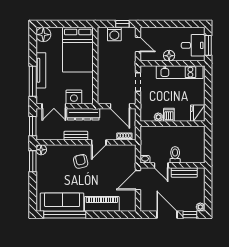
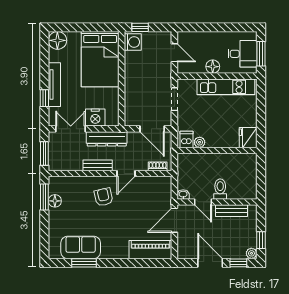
window: (122, 24) -> (140, 27), moved
washing machine: (114, 34) -> (133, 42), moved, turned -90
window: (33, 81) -> (44, 98), width x0.46
double door: (54, 106) -> (71, 129), swing flipped
dishwasher: (169, 115) -> (187, 140), moved
floor lamp: (41, 150) -> (55, 201), moved
window: (208, 196) -> (261, 240), added
sofa: (62, 202) -> (81, 247), width x0.73
piano: (102, 204) -> (150, 250), moved
window: (65, 215) -> (84, 263), width x0.47

